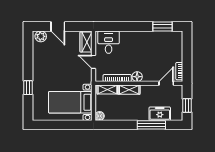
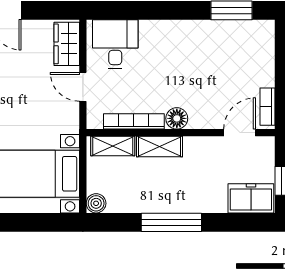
freezer: (160, 114) -> (251, 198), moved
window: (151, 125) -> (171, 222), moved

